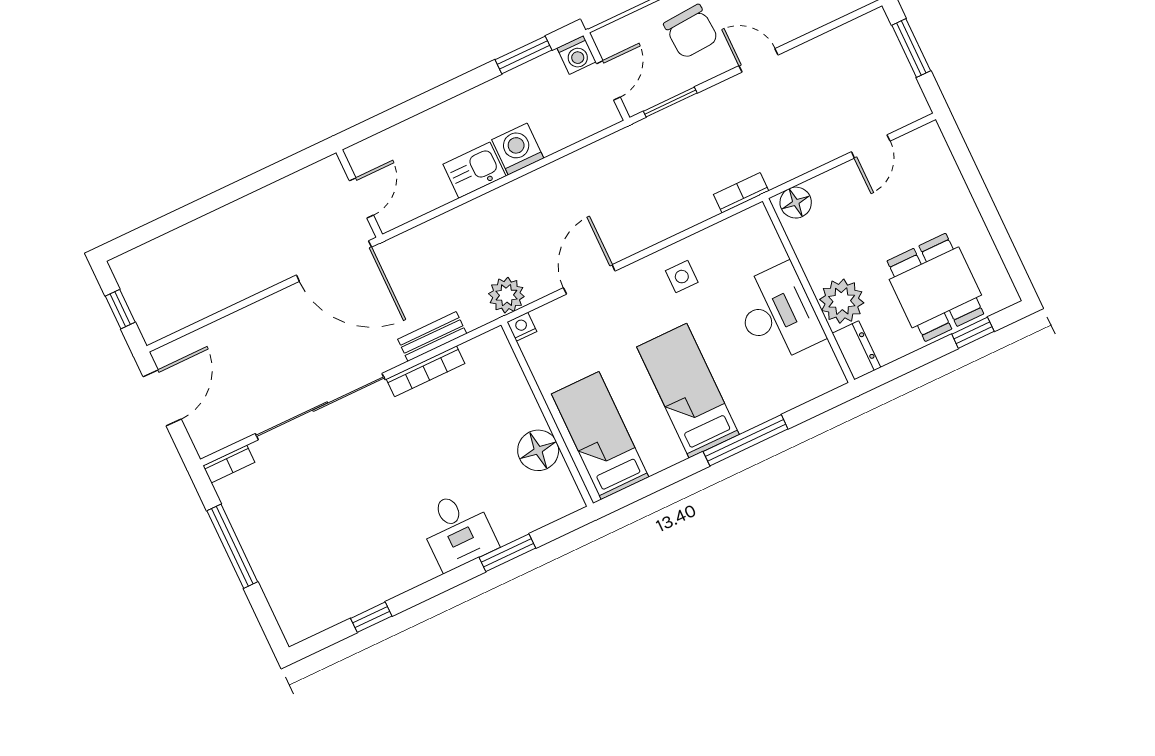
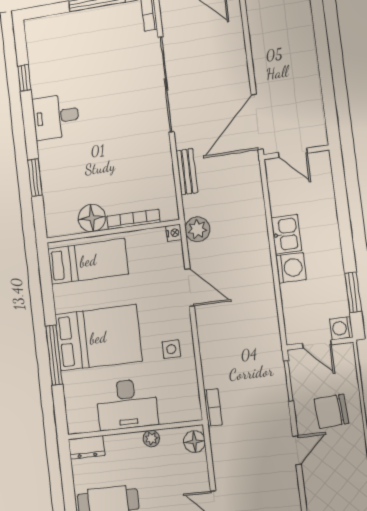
plant: (842, 301) -> (151, 438), moved, width x0.53, depth x0.53
bookcase: (425, 371) -> (133, 219), moved, turned 90
bed: (688, 391) -> (98, 338), width x1.50
desk: (457, 530) -> (56, 117), moved

